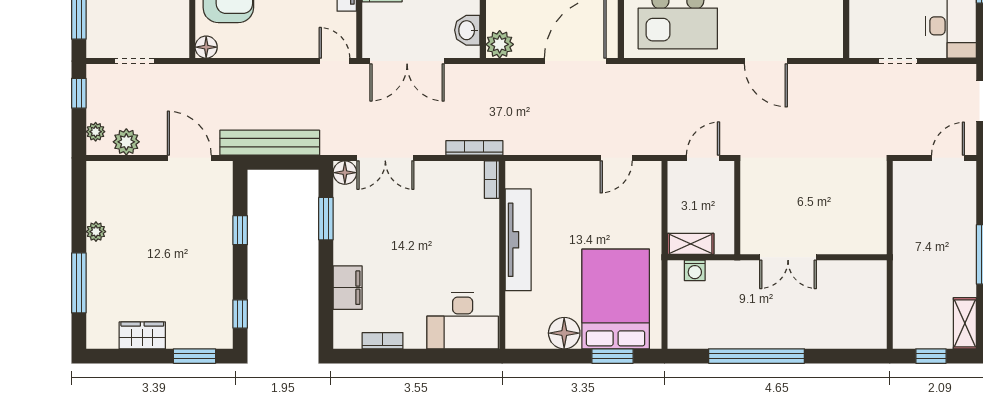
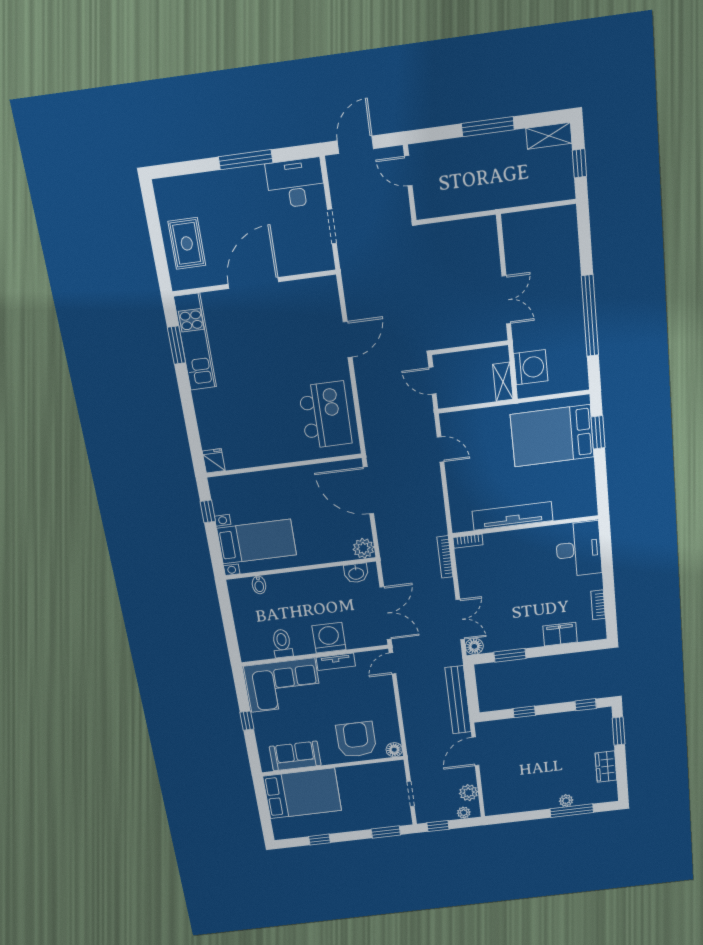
plant: (96, 232) -> (566, 801), moved
washing machine: (695, 270) -> (531, 367), width x1.89, depth x1.89
floor lamp: (564, 333) -> (582, 472), removed

